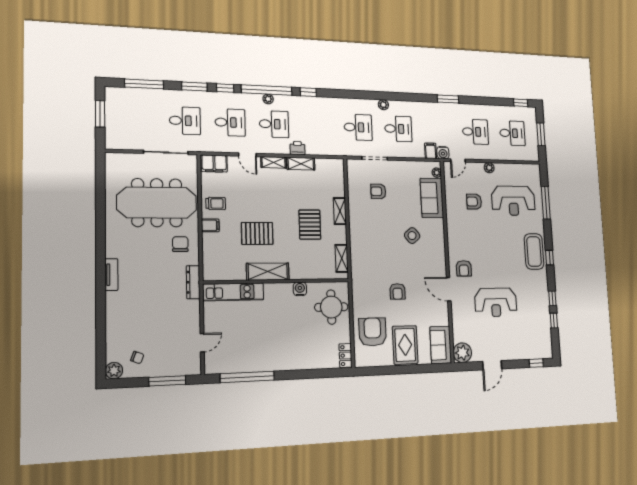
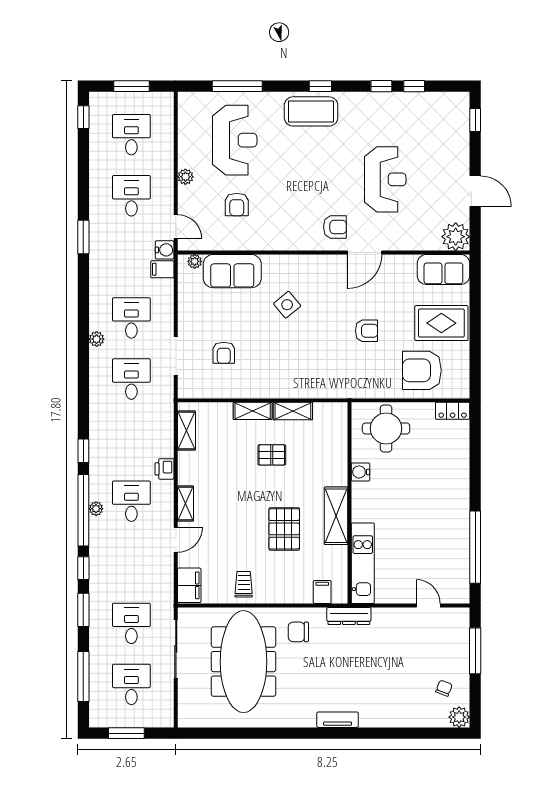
desk: (230, 122) -> (131, 684), moved
shelving: (301, 164) -> (186, 431), moved
filing cabinet: (210, 225) -> (322, 592), moved
pallet: (310, 225) -> (272, 455), width x0.67, depth x0.71
shelving: (342, 258) -> (293, 411), moved

